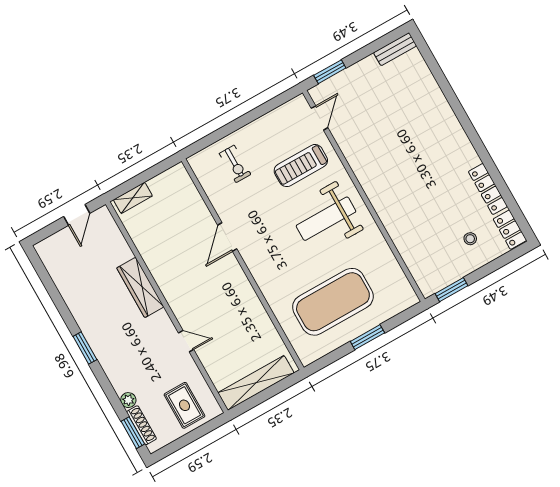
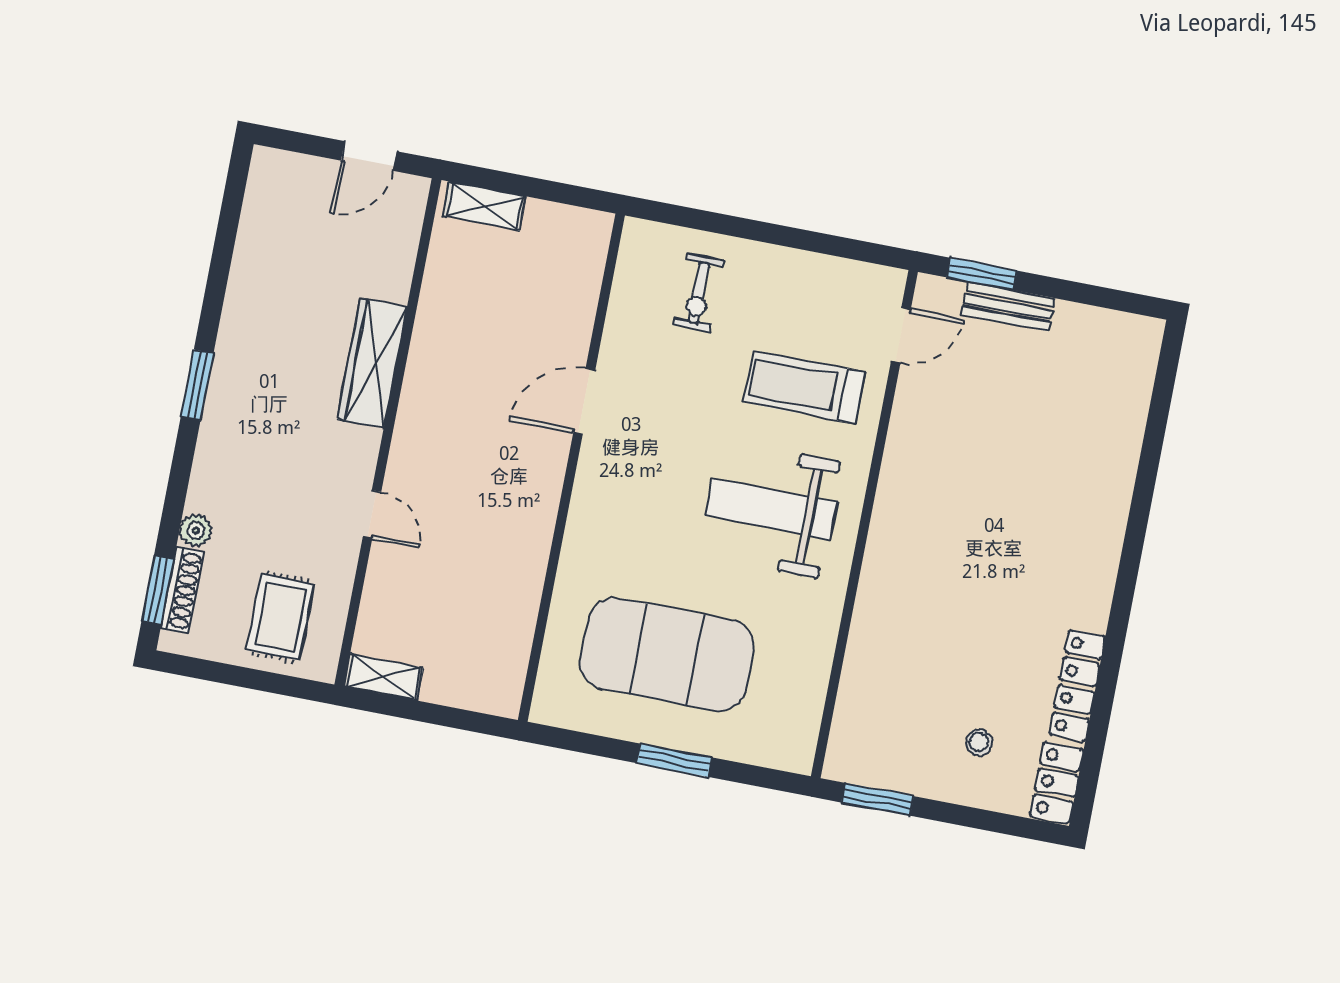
bench: (395, 49) -> (1008, 306), moved
shelving: (256, 383) -> (383, 677), width x0.45, depth x0.75

